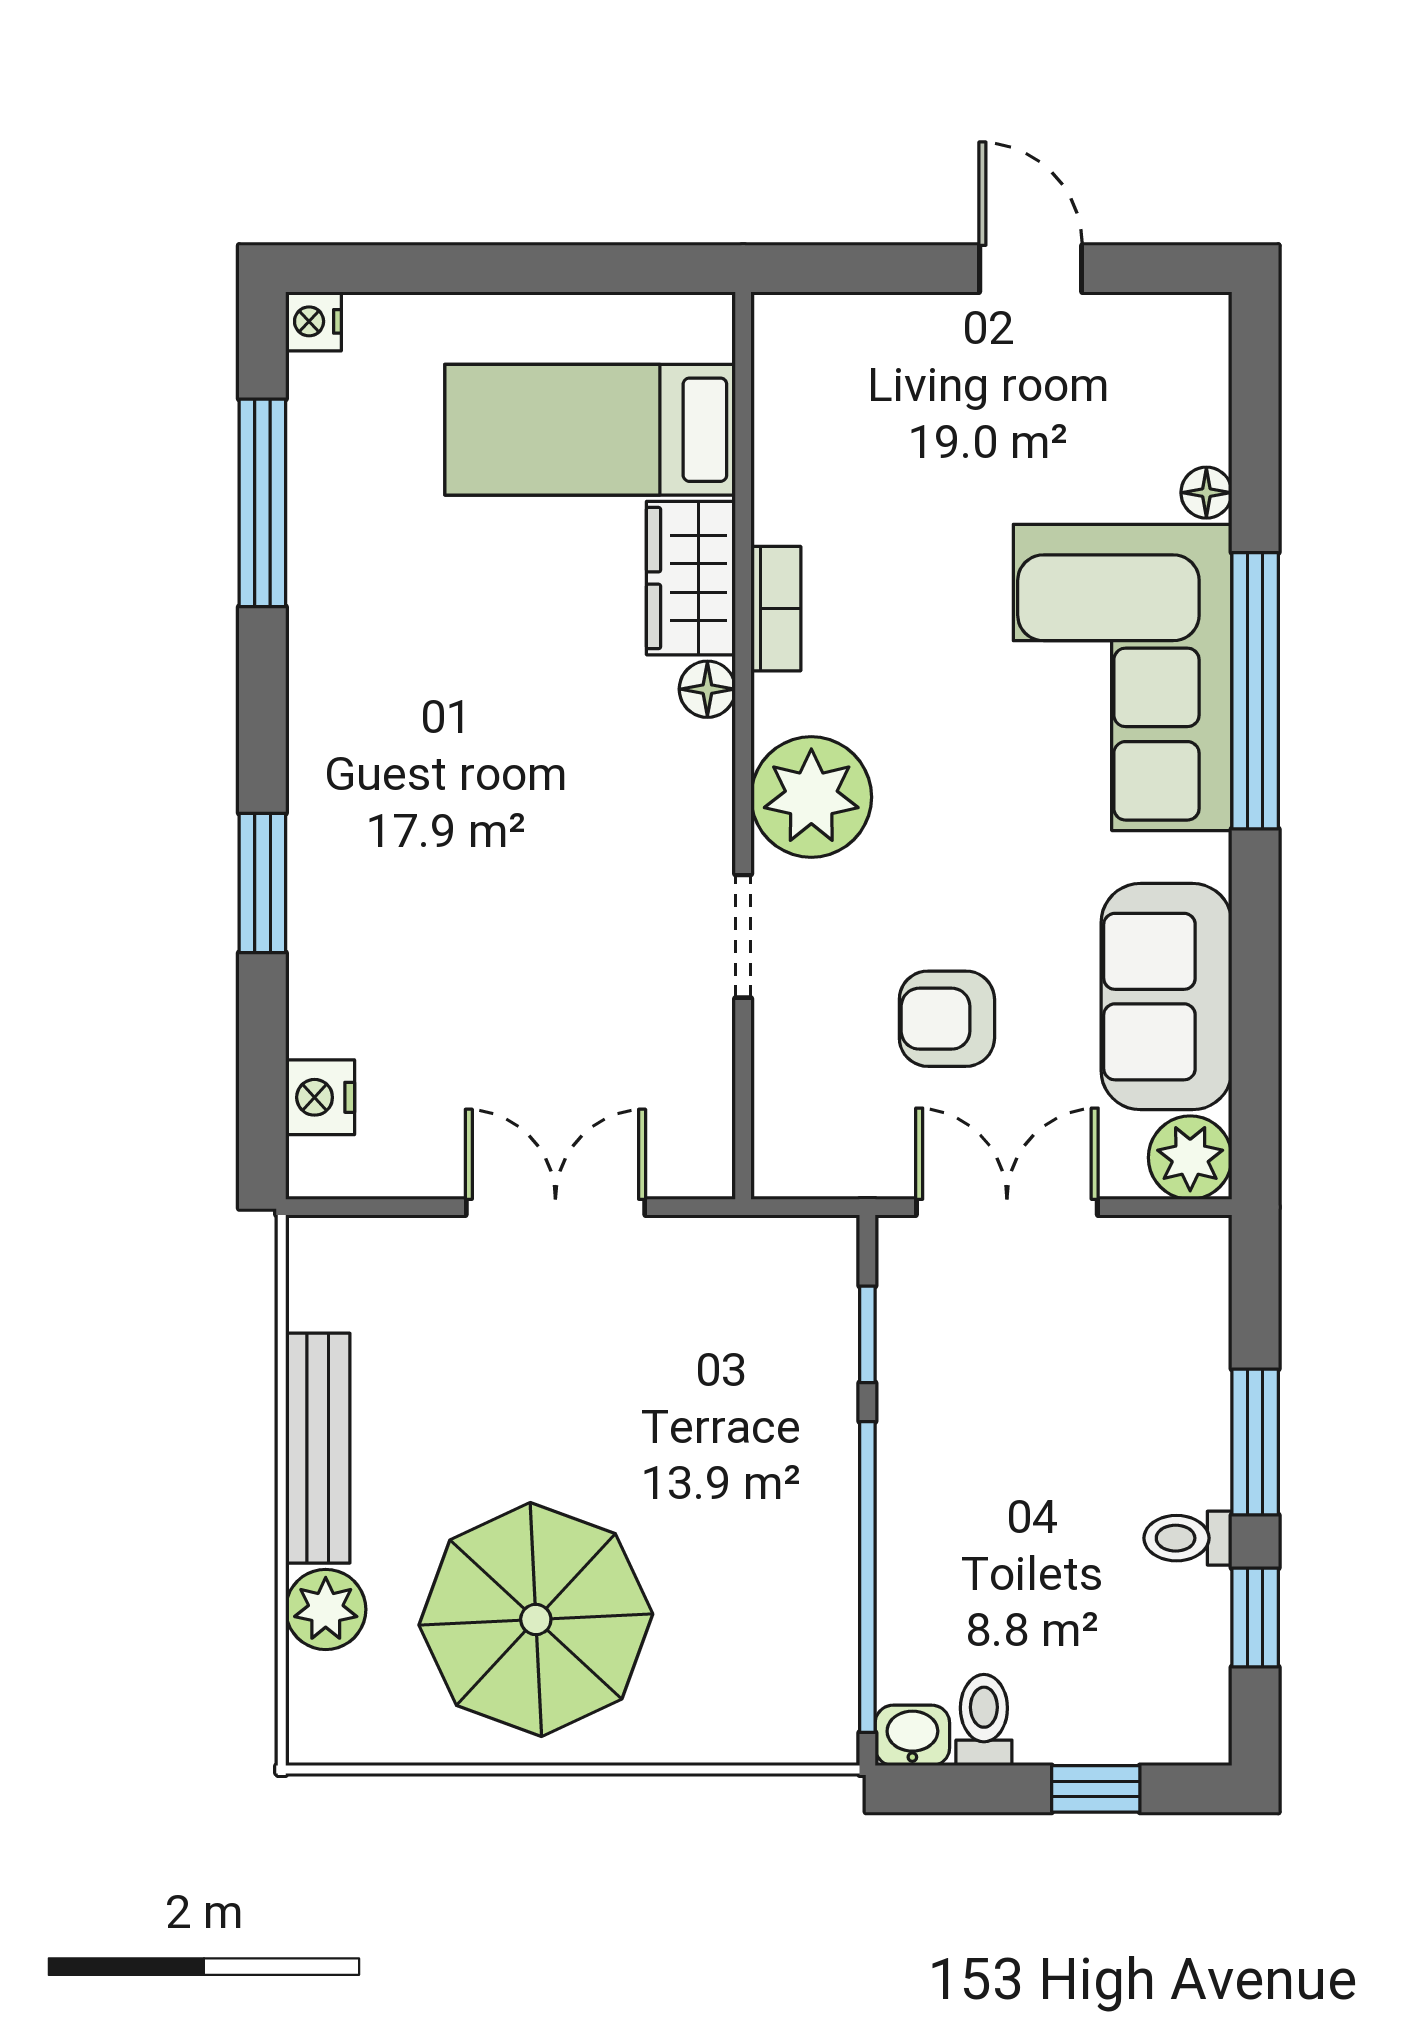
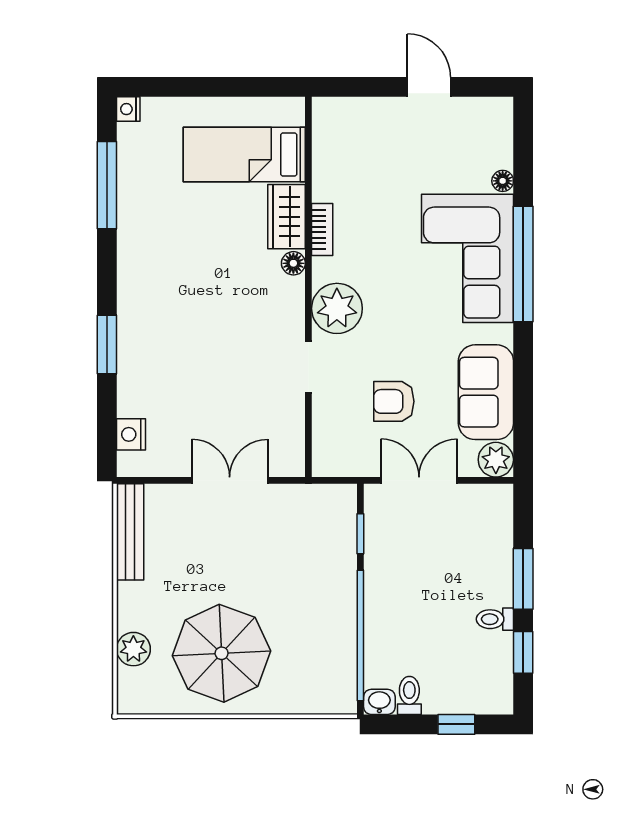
bench: (318, 1448) -> (130, 532), moved

